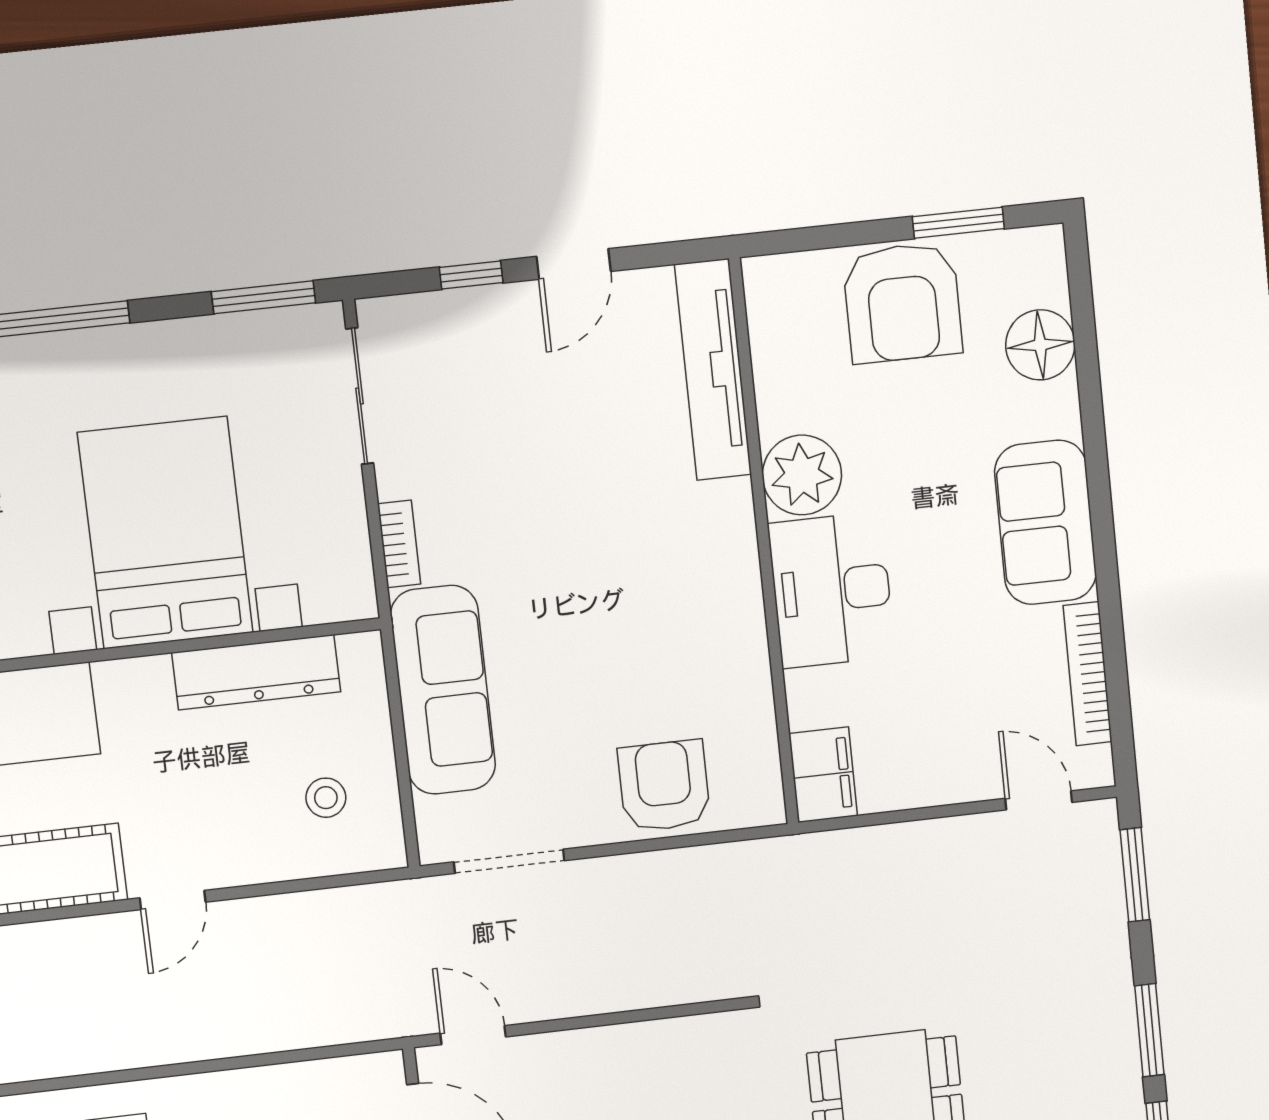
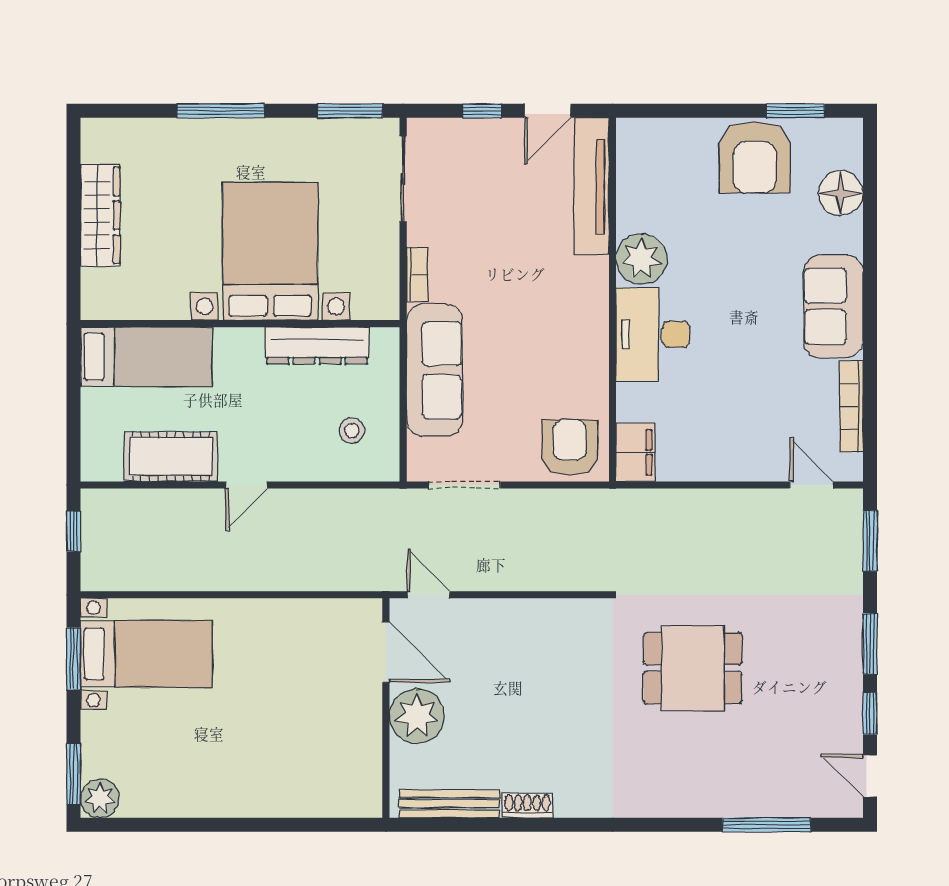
tv unit: (713, 370) -> (591, 186), moved
plant: (802, 475) -> (641, 259), moved
wall: (764, 543) -> (612, 300), moved
desk: (832, 590) -> (653, 334), moved
filing cabinet: (823, 775) -> (635, 452), moved

